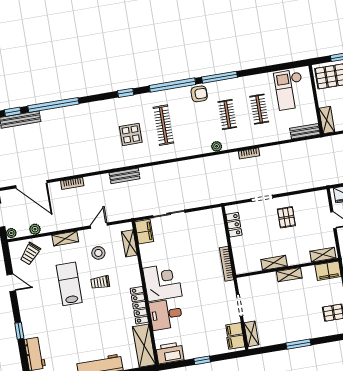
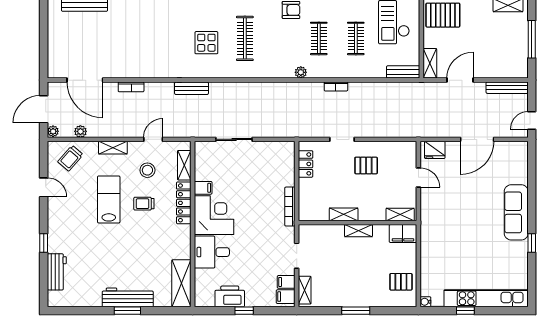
pallet: (286, 217) -> (366, 165), turned 90
filing cabinet: (144, 232) -> (203, 188), moved, width x0.50
locker: (139, 305) -> (184, 203), moved
printer: (170, 353) -> (230, 296), moved

